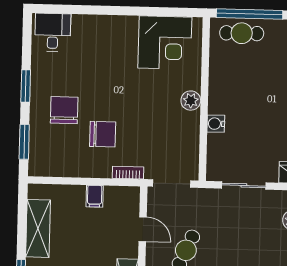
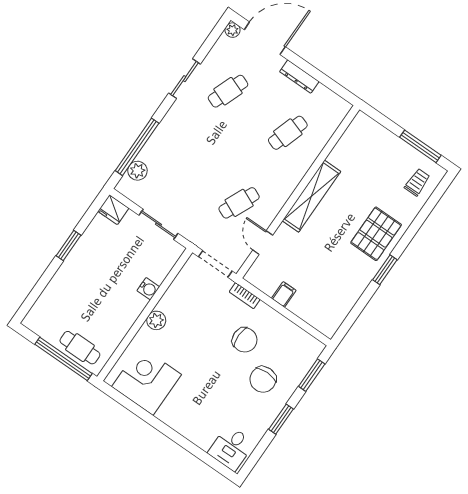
chair: (103, 134) -> (245, 340), turned 180
shelving: (38, 228) -> (346, 298), removed

